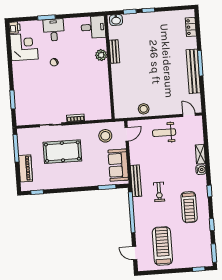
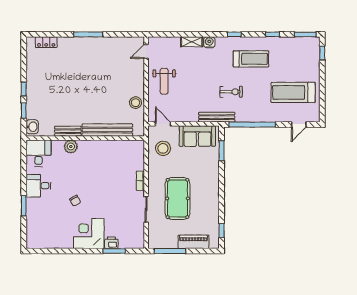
printer: (15, 28) -> (111, 243), moved
desk: (54, 30) -> (38, 186), moved
corner desk: (24, 47) -> (89, 234), moved
bench: (193, 71) -> (107, 130), moved

